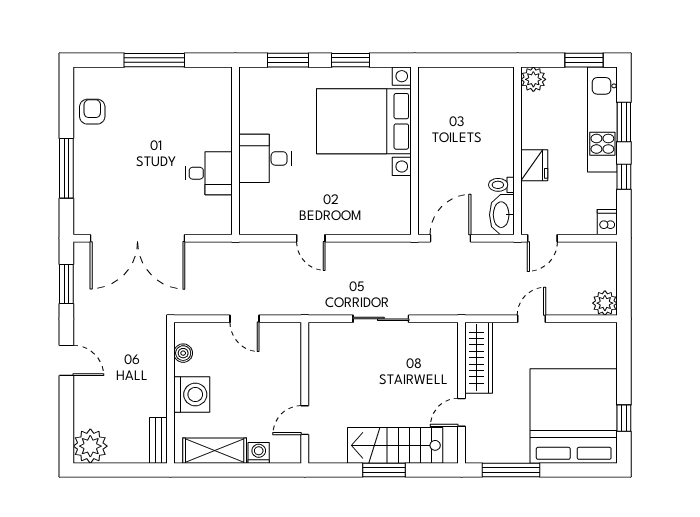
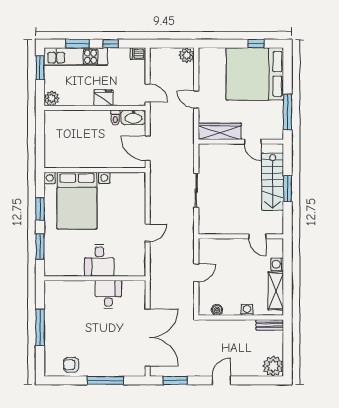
washing machine: (192, 394) -> (247, 310), width x0.53, depth x0.53

